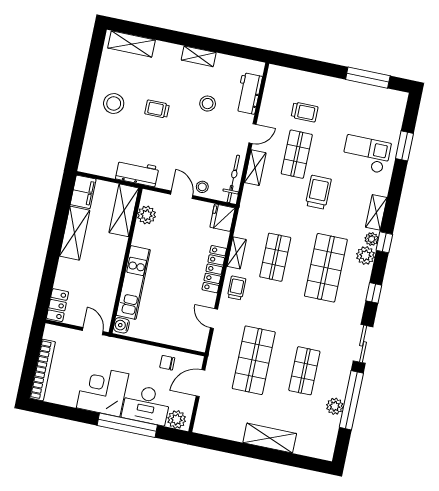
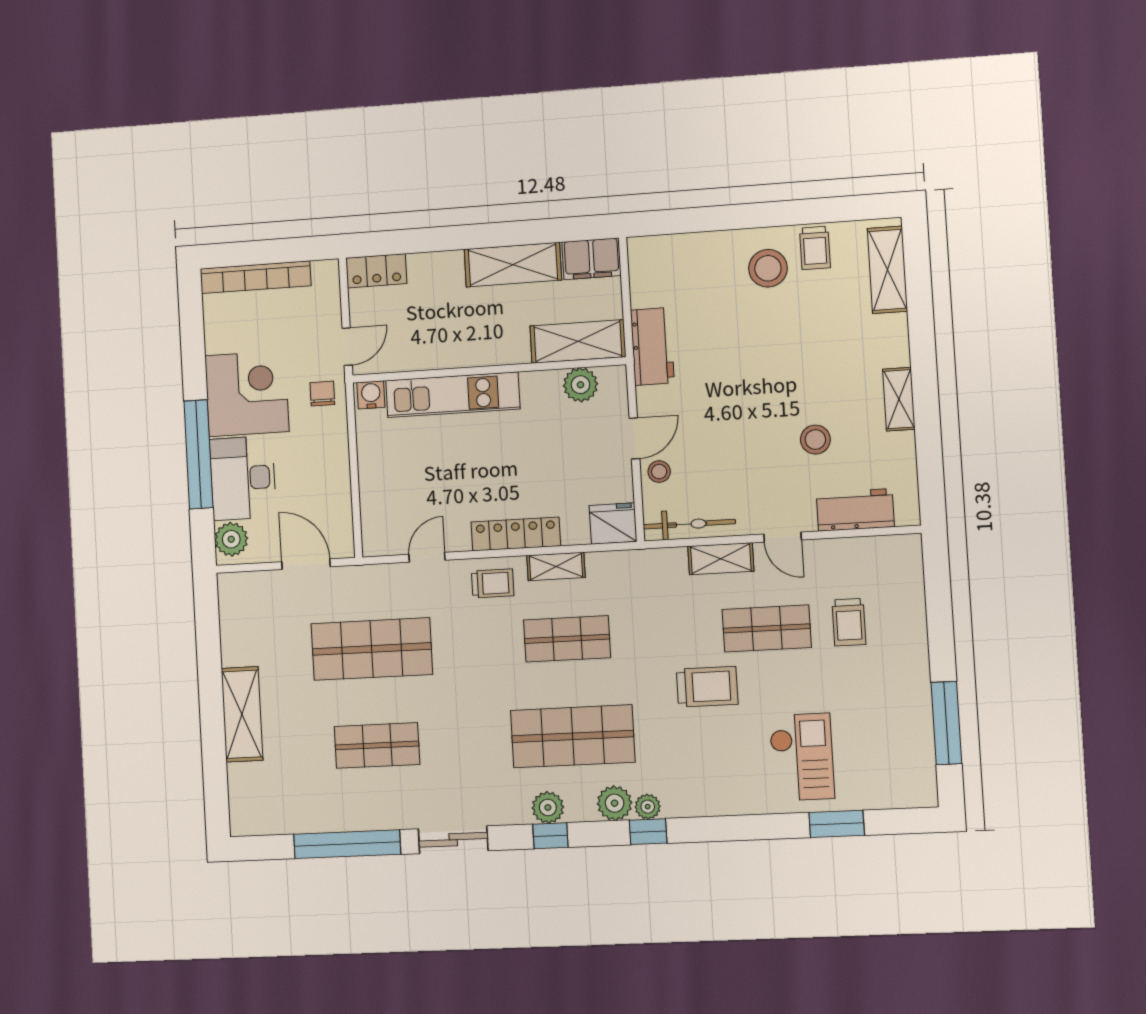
trolley: (157, 109) -> (815, 248), moved, turned 180
shelving: (376, 212) -> (699, 803), removed
chair: (167, 363) -> (322, 394), moved
plant: (335, 406) -> (548, 807), moved

